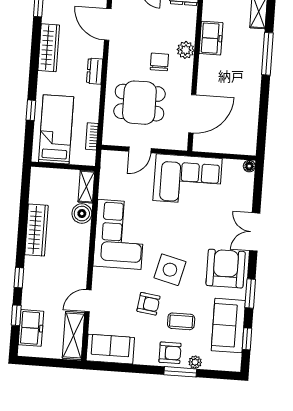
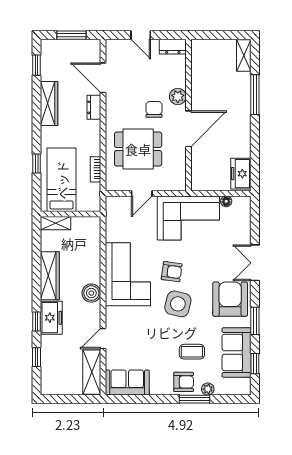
freezer: (211, 38) -> (241, 174), moved, turned 180
dresser: (95, 71) -> (94, 107), moved
door: (192, 114) -> (188, 129), moved
bookcase: (92, 136) -> (96, 169), moved
floor lamp: (249, 166) -> (226, 201), moved
shelving: (86, 187) -> (56, 223), moved, turned 90
boiler: (82, 214) -> (91, 293), moved
armchair: (148, 304) -> (172, 272), moved
freezer: (31, 328) -> (51, 318), moved

